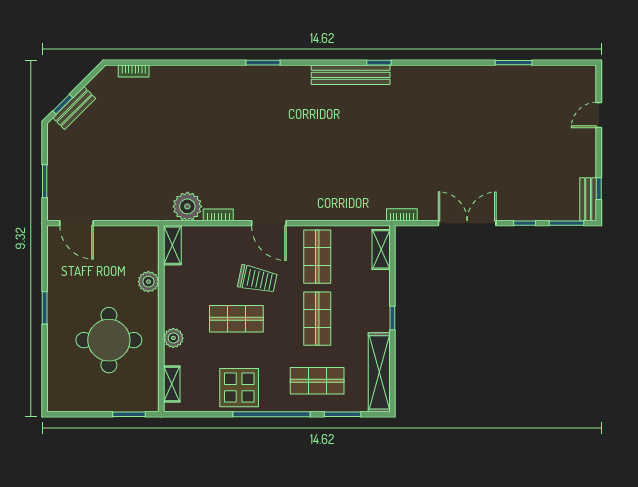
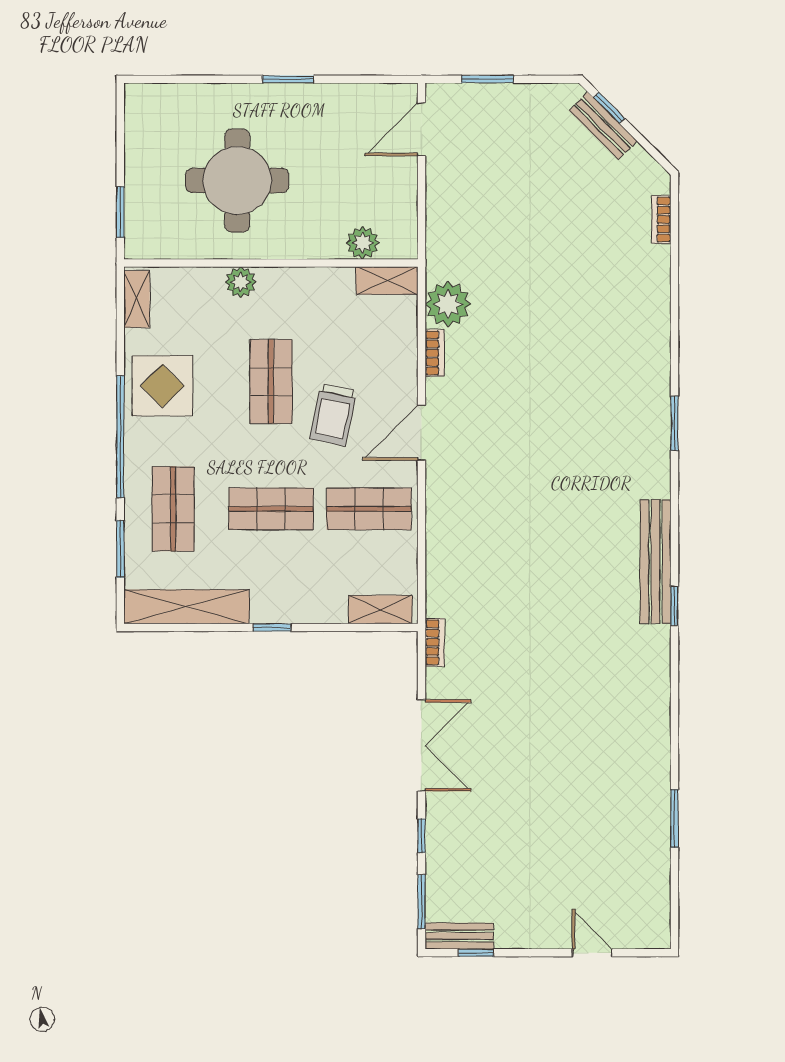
plant: (148, 282) -> (363, 243), moved
shelving: (172, 384) -> (137, 299), moved, turned 90

